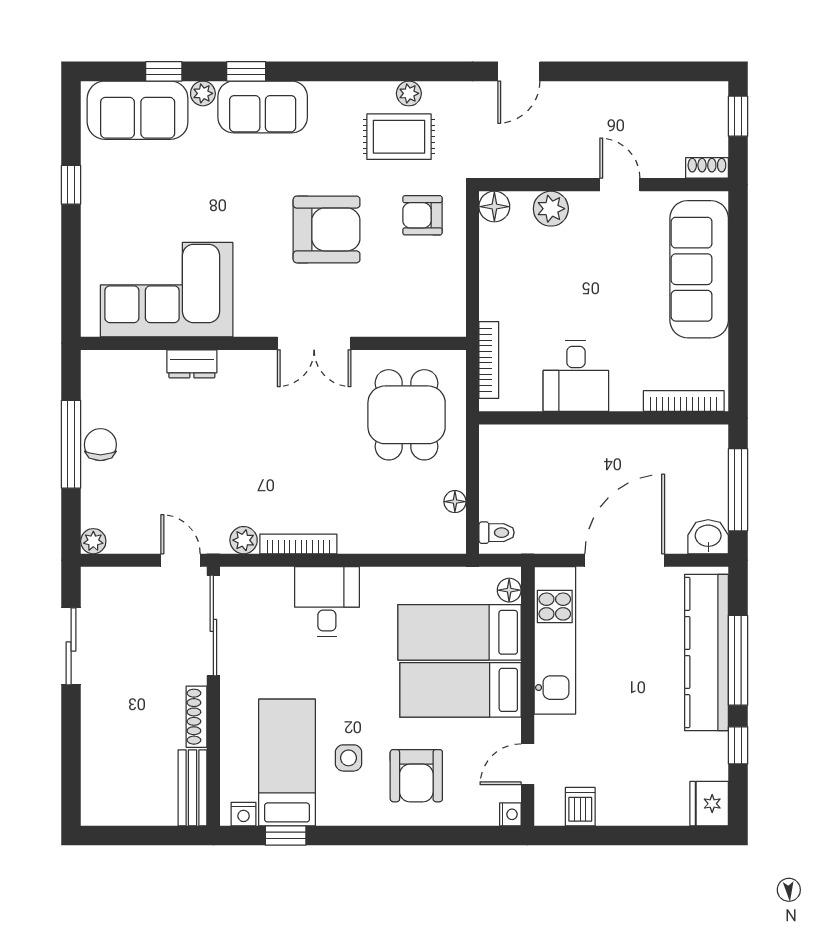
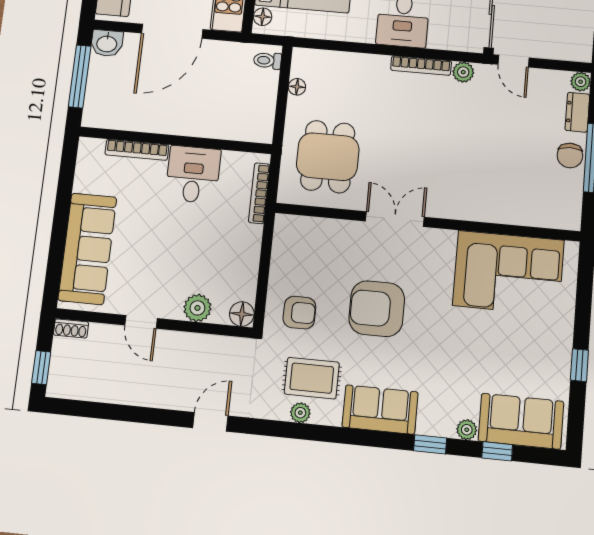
sofa: (263, 107) -> (380, 410), moved
dresser: (192, 364) -> (577, 112), moved, turned -90
bookcase: (684, 401) -> (137, 150), moved

